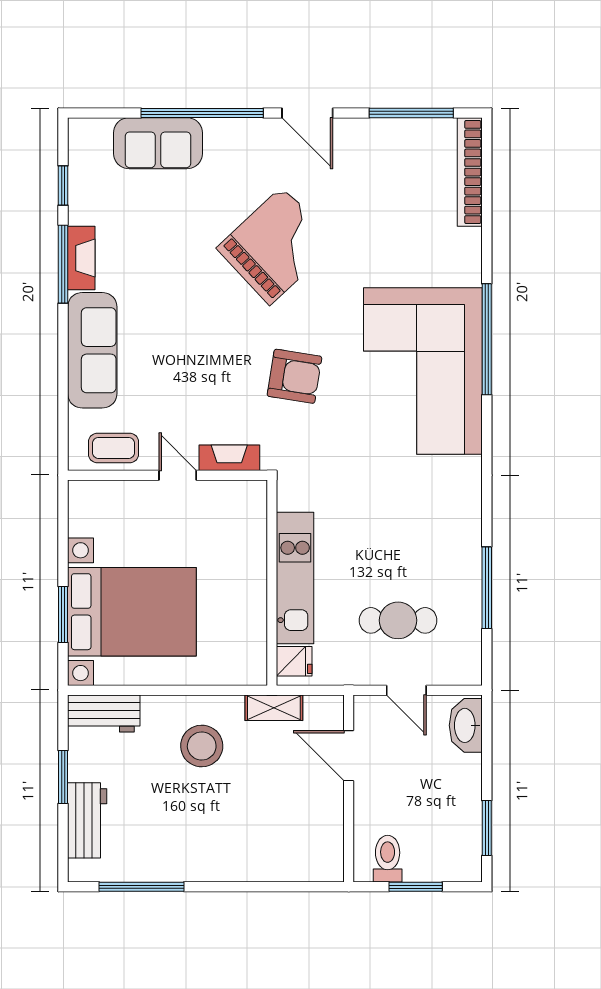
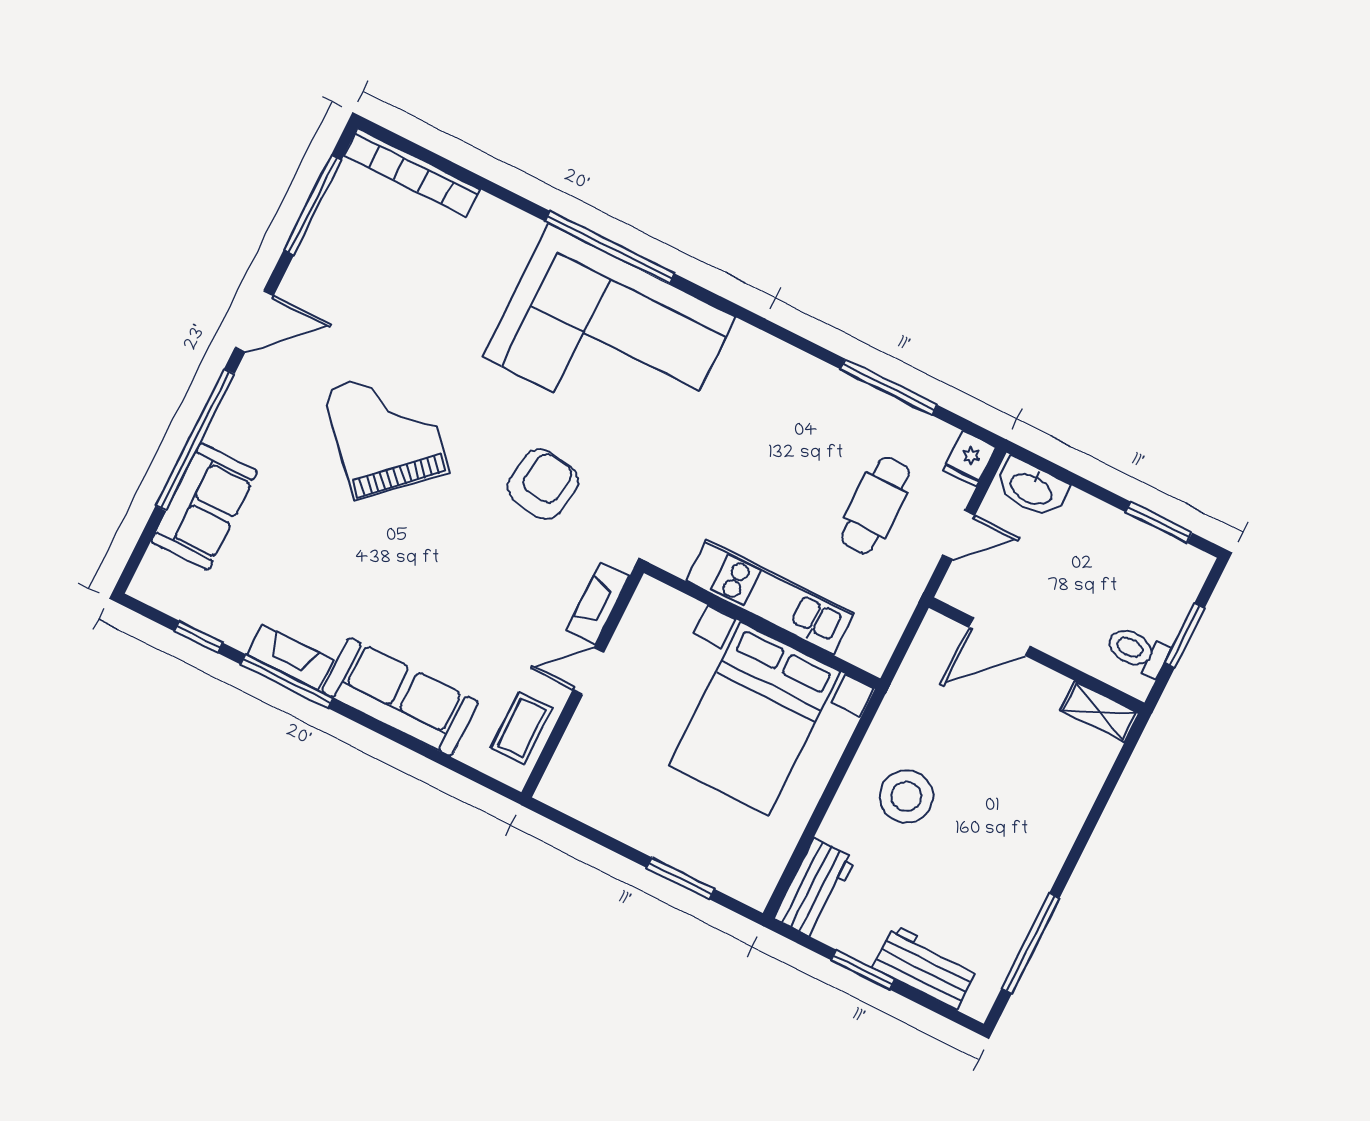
bed with nightstands: (132, 612) -> (755, 719), moved, turned 180
fridge: (294, 661) -> (969, 459), moved, turned 180
shelving: (274, 708) -> (1100, 712), moved, turned 90

